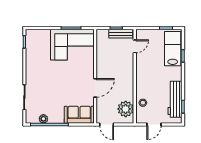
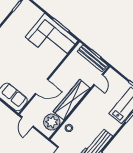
bench: (121, 34) -> (92, 58), width x1.36
door: (135, 46) -> (98, 80), hinge flipped
wardrobe: (127, 79) -> (72, 100), added

